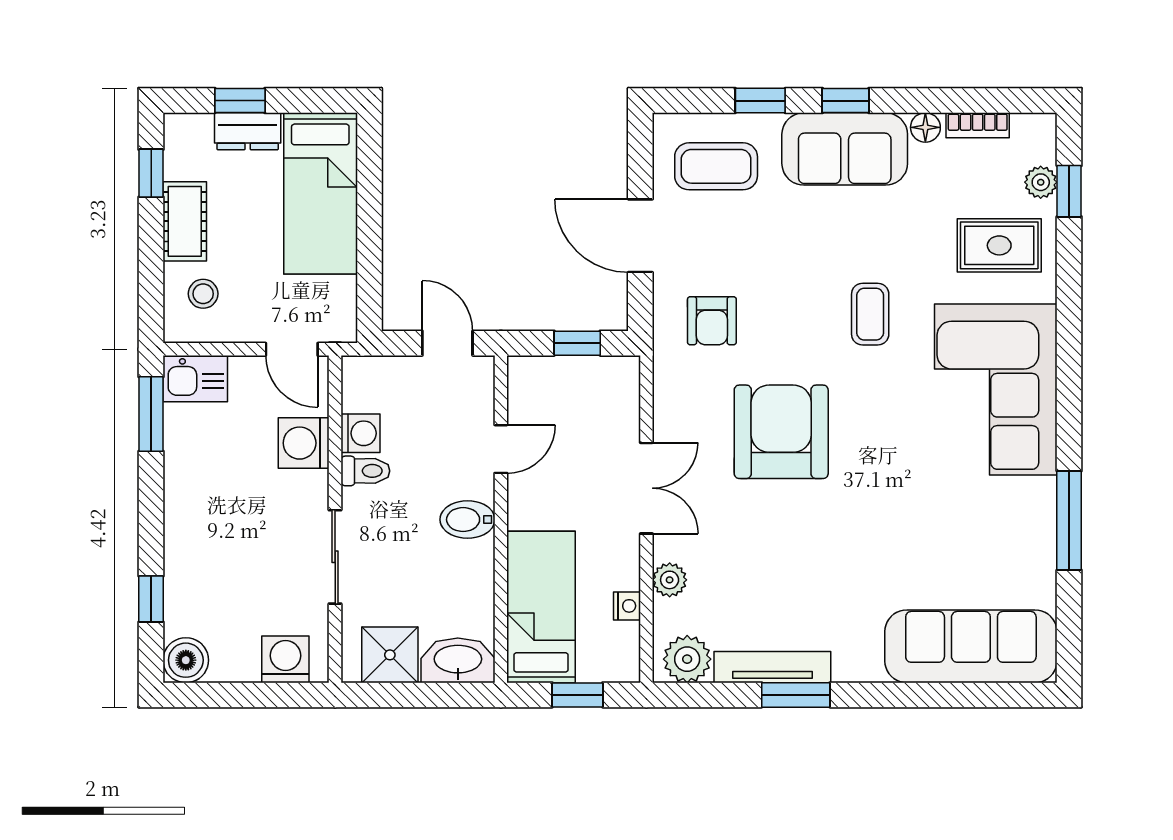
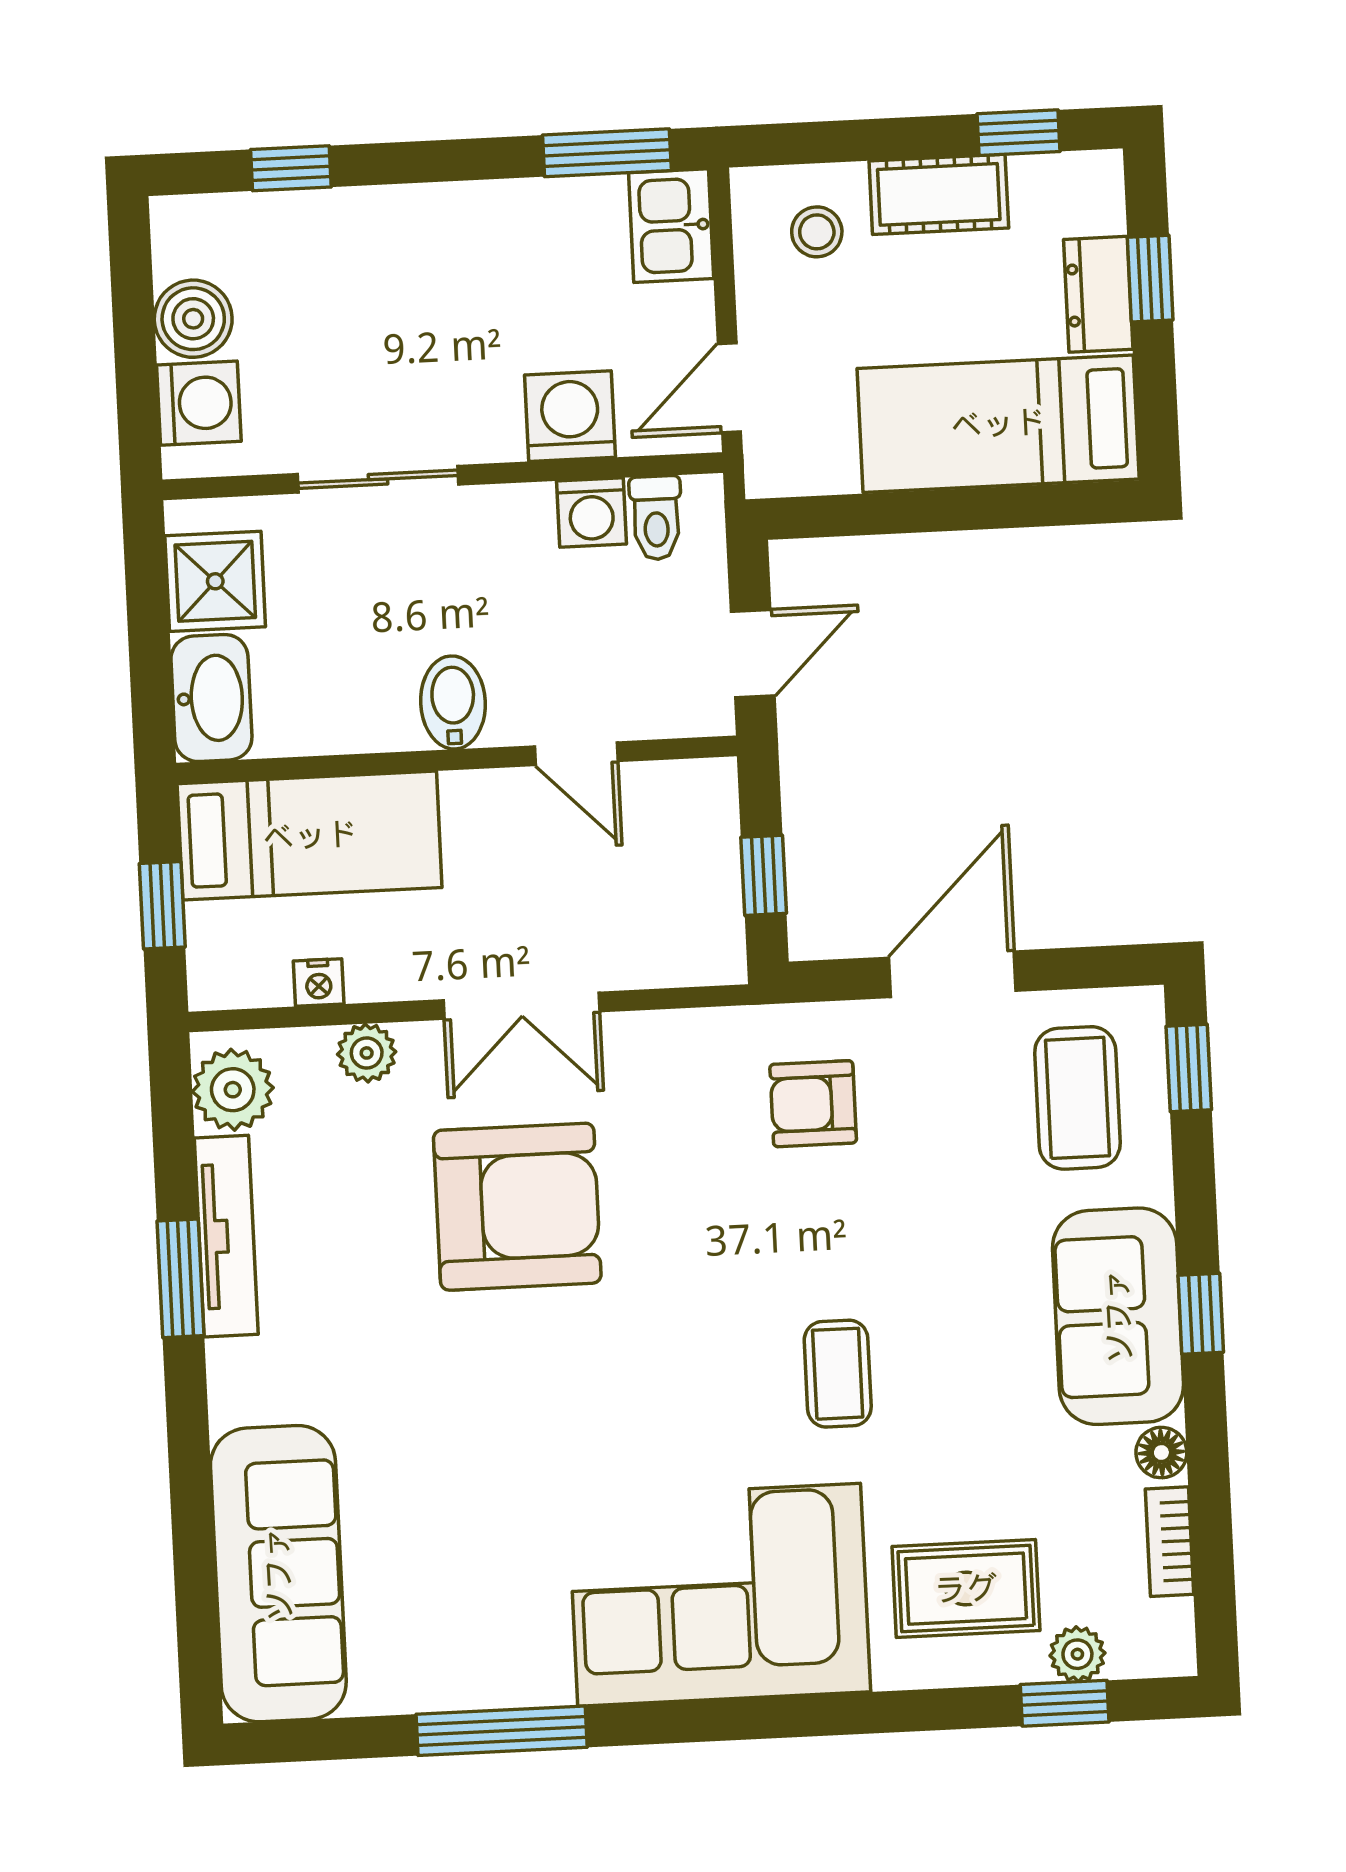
window: (760, 101) -> (1189, 1068), moved
rug: (999, 245) -> (966, 1589), turned 90
coffee table: (870, 314) -> (838, 1374), turned 90
armchair: (781, 432) -> (517, 1207), moved
toilet: (365, 471) -> (656, 518), moved
boiler: (186, 660) -> (193, 319), moved

